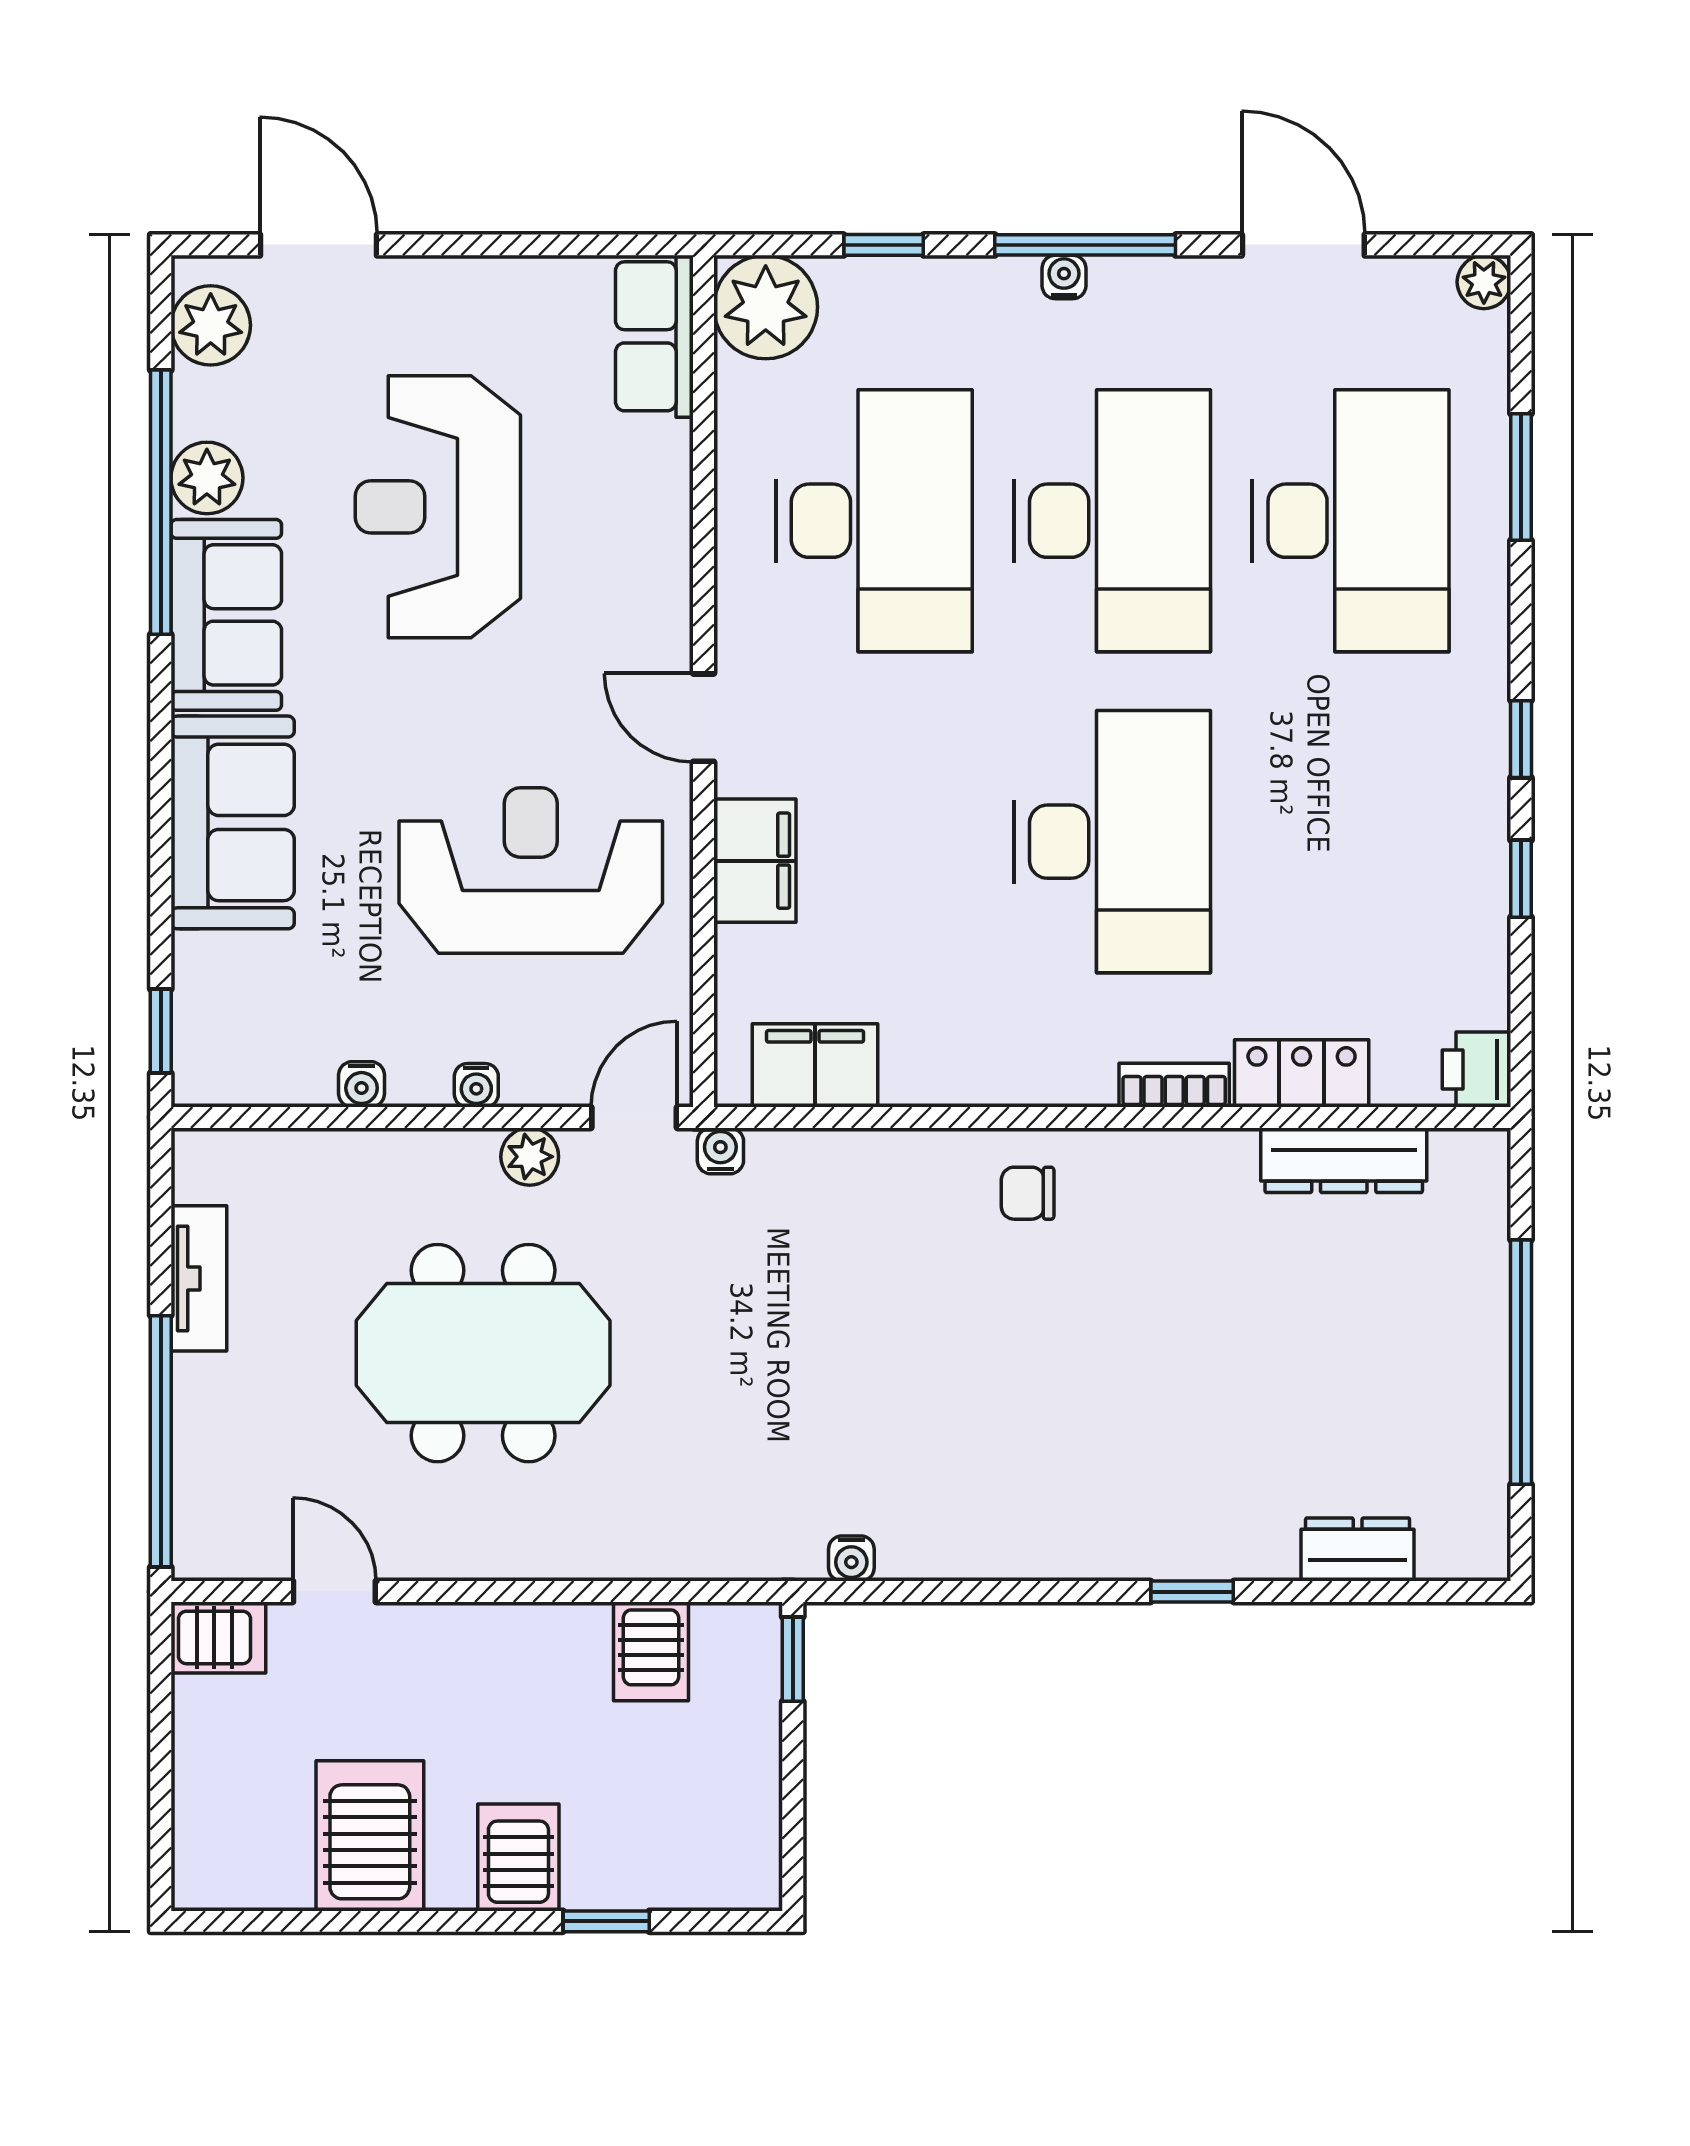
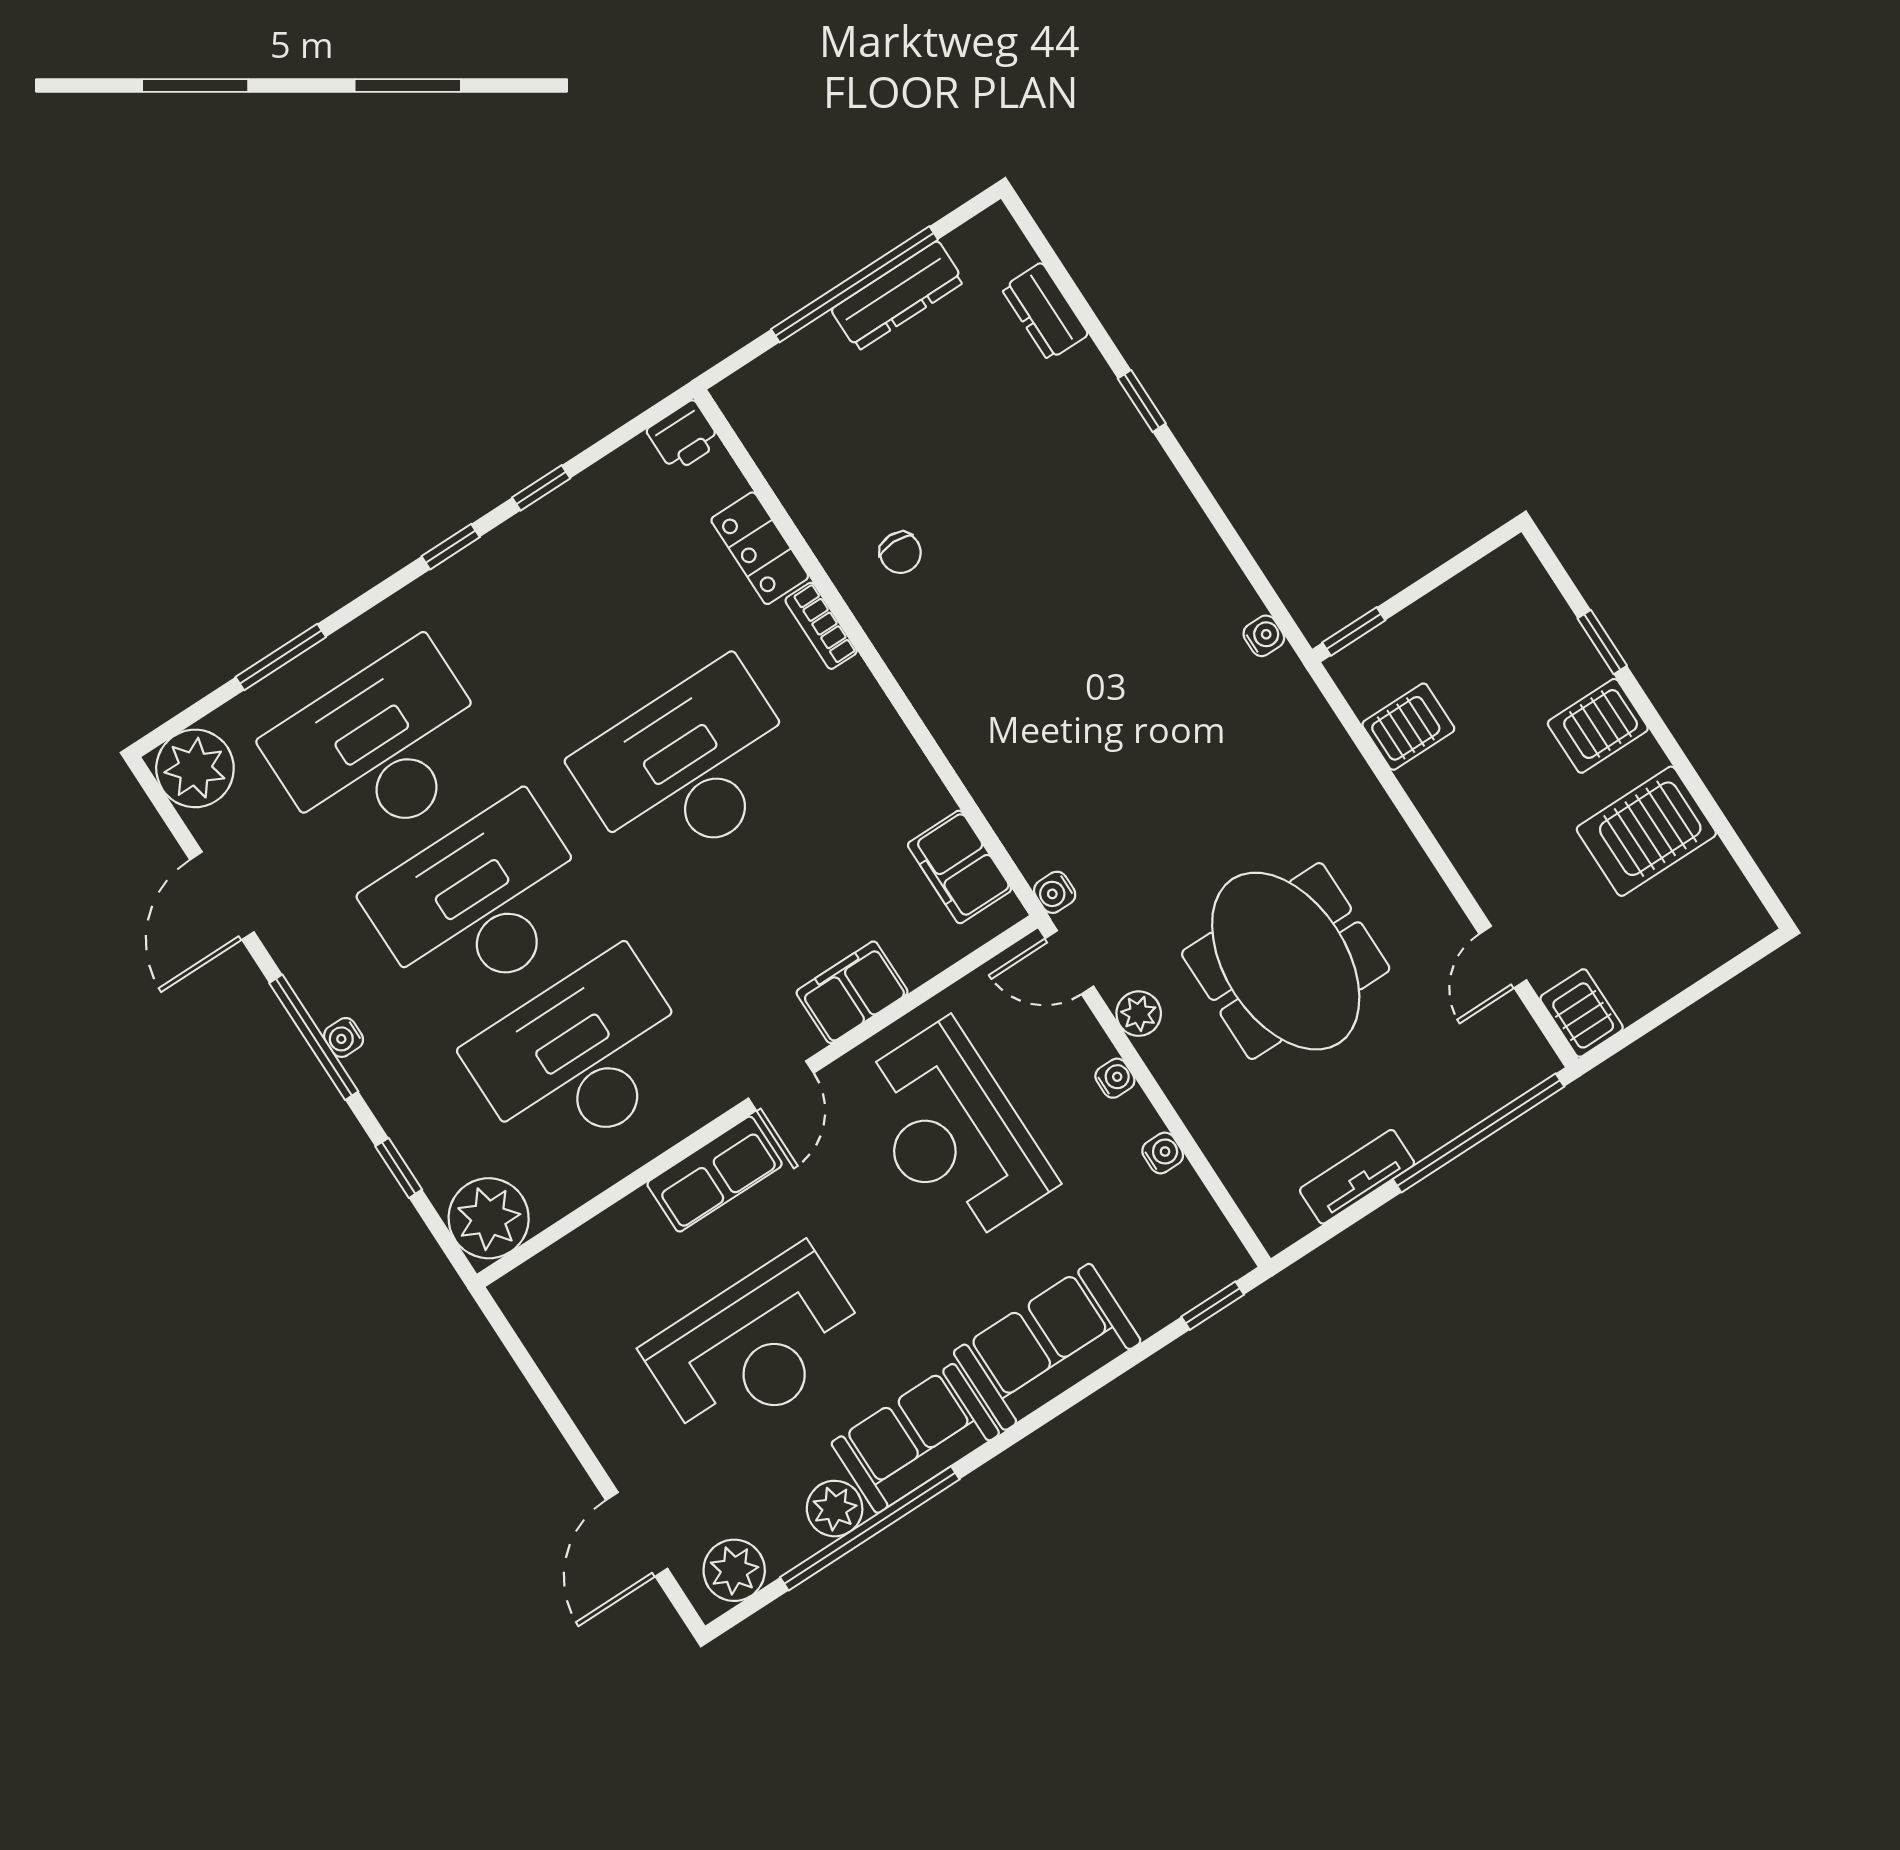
plant: (1484, 282) -> (195, 768), width x1.87, depth x1.87
row of seats: (654, 336) -> (715, 1174), moved
dresser: (1344, 1160) -> (898, 296), moved, turned 90
chair: (1028, 1193) -> (900, 553), moved

